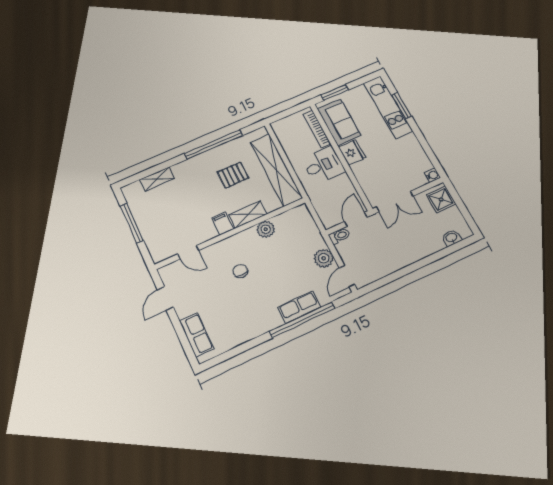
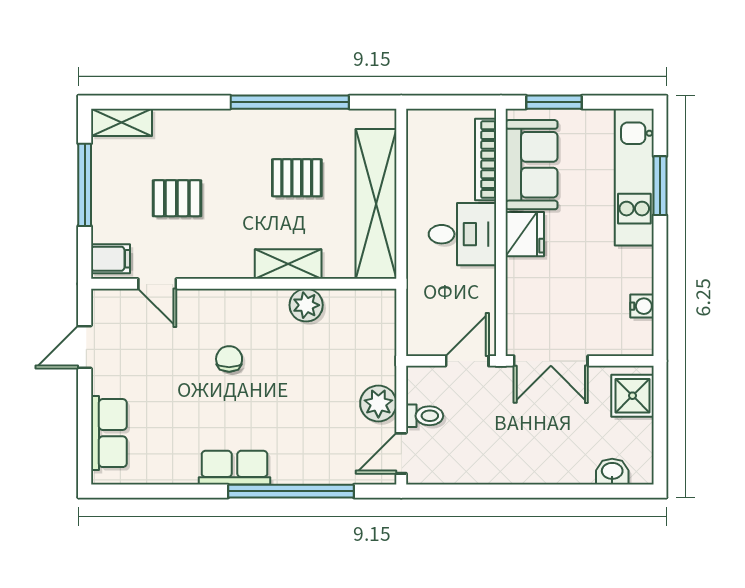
water cooler: (432, 175) -> (642, 306), moved
shelving: (157, 179) -> (122, 122), moved
pallet: (180, 209) -> (177, 198), added
filing cabinet: (223, 224) -> (110, 259), moved, turned 90
toilet: (339, 236) -> (425, 416), moved
row of seats: (299, 307) -> (234, 468), moved

